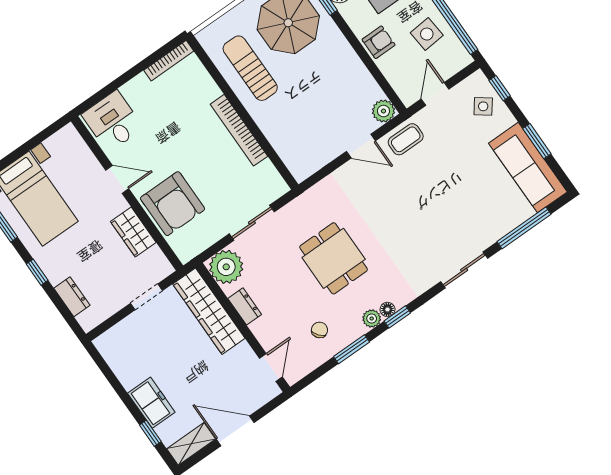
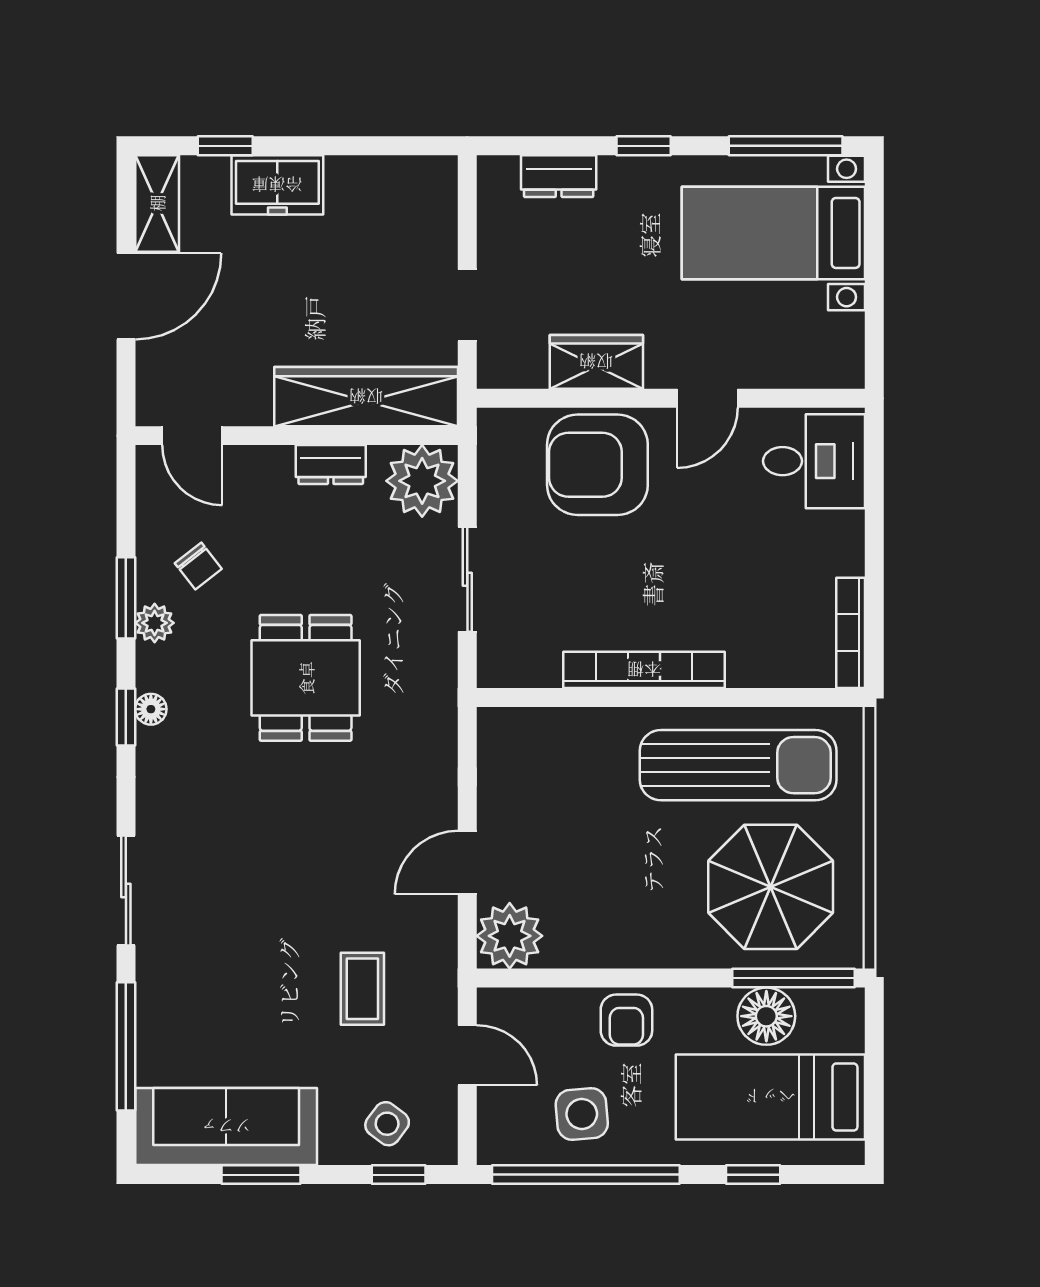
sun lounger: (250, 68) -> (738, 765), width x1.36, depth x1.34
plant: (383, 111) -> (510, 936), width x1.36, depth x1.36
coffee table: (406, 139) -> (362, 989), moved
dining table: (334, 258) -> (306, 678), turned 90
plant: (372, 319) -> (155, 623), moved

